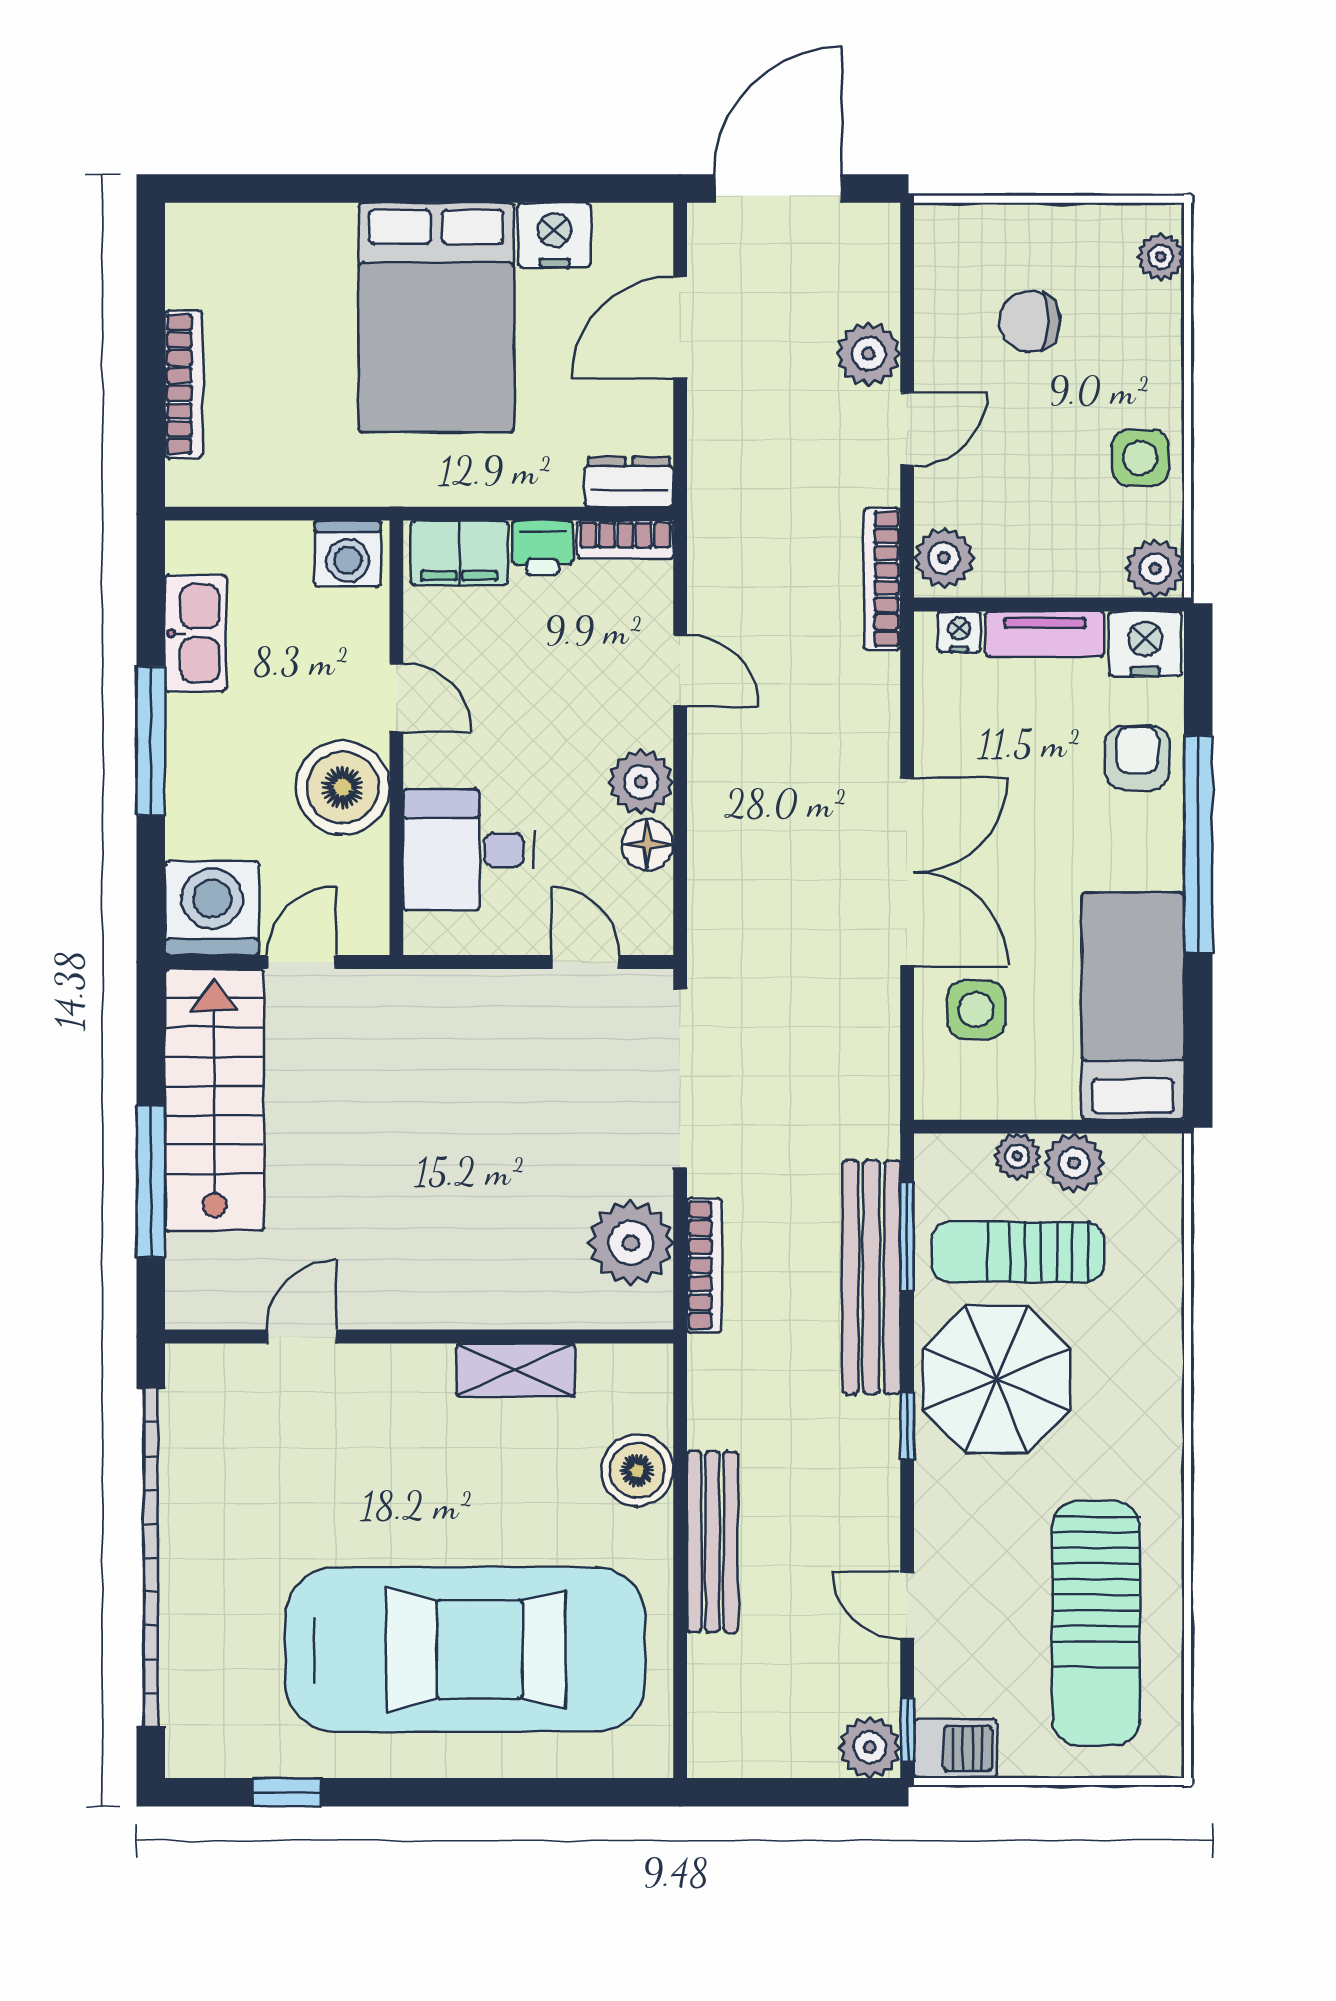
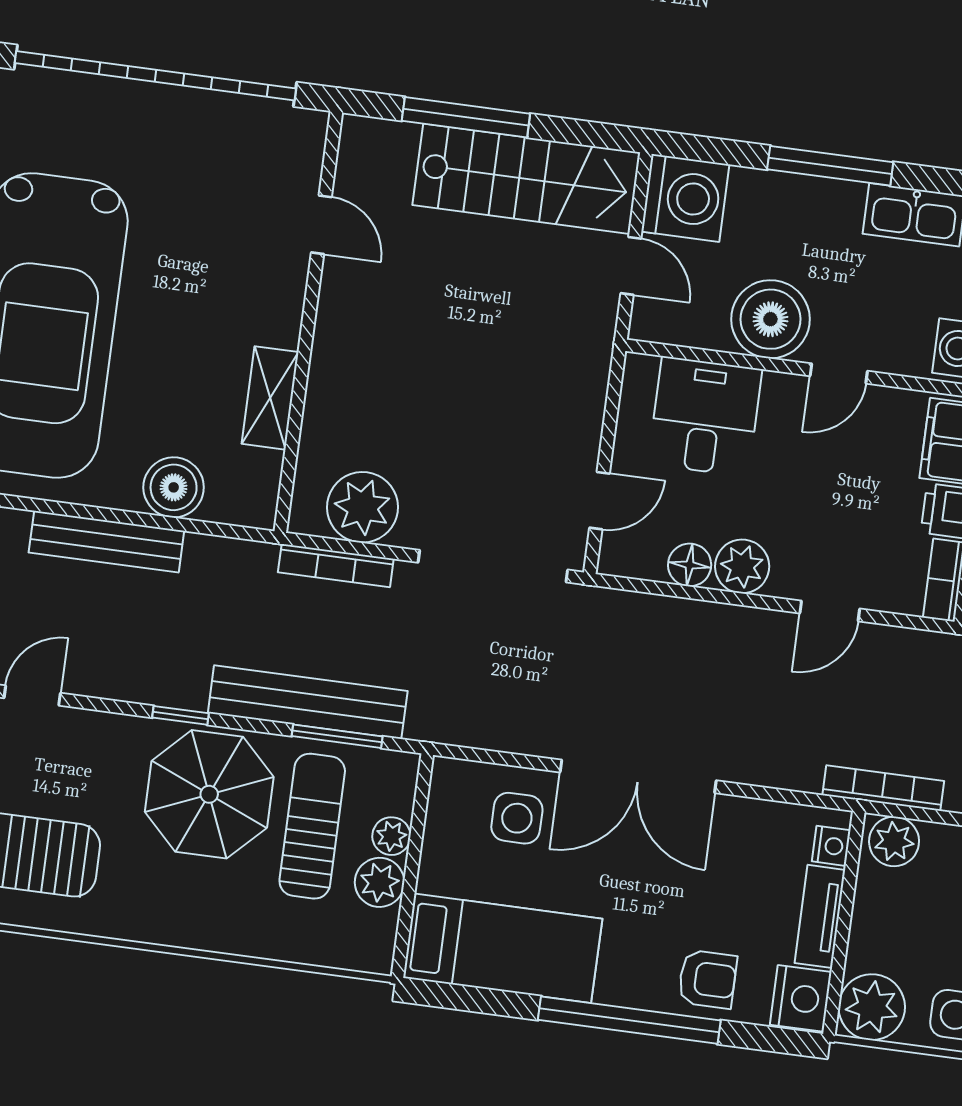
plant: (1155, 569) -> (872, 1007), width x1.36, depth x1.36

